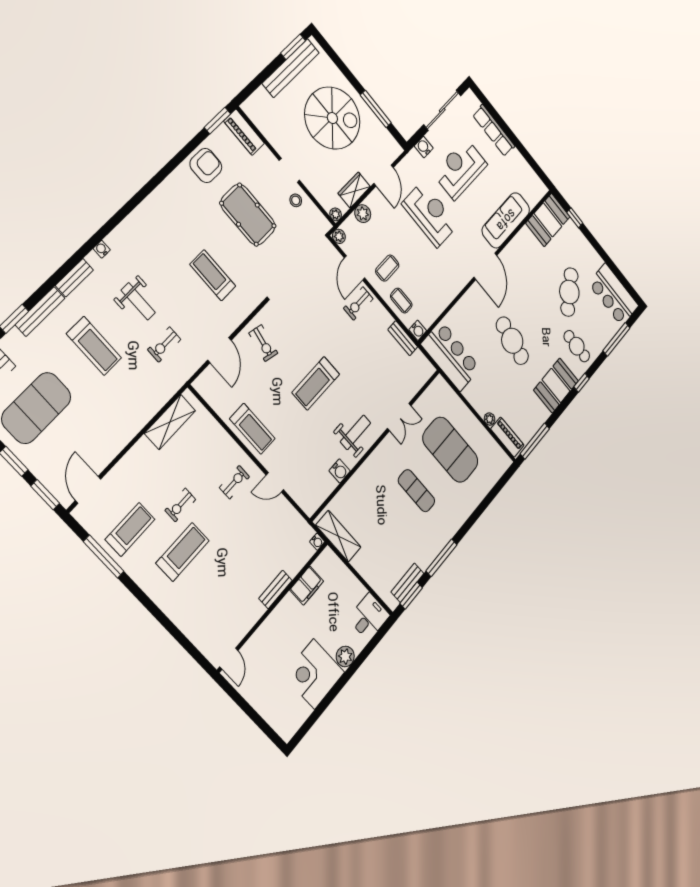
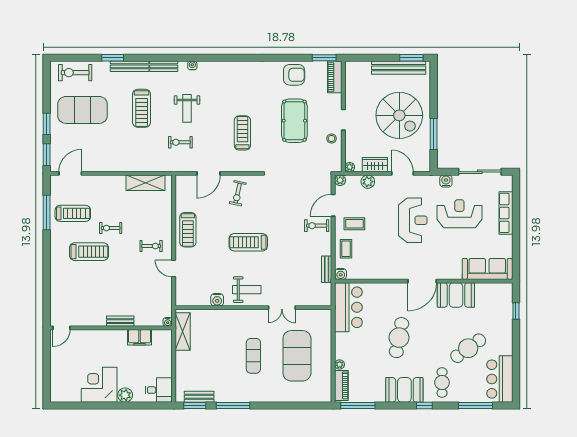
door: (384, 176) -> (402, 173), swing flipped
sofa: (506, 220) -> (487, 269), moved
booth: (548, 220) -> (456, 295), moved

